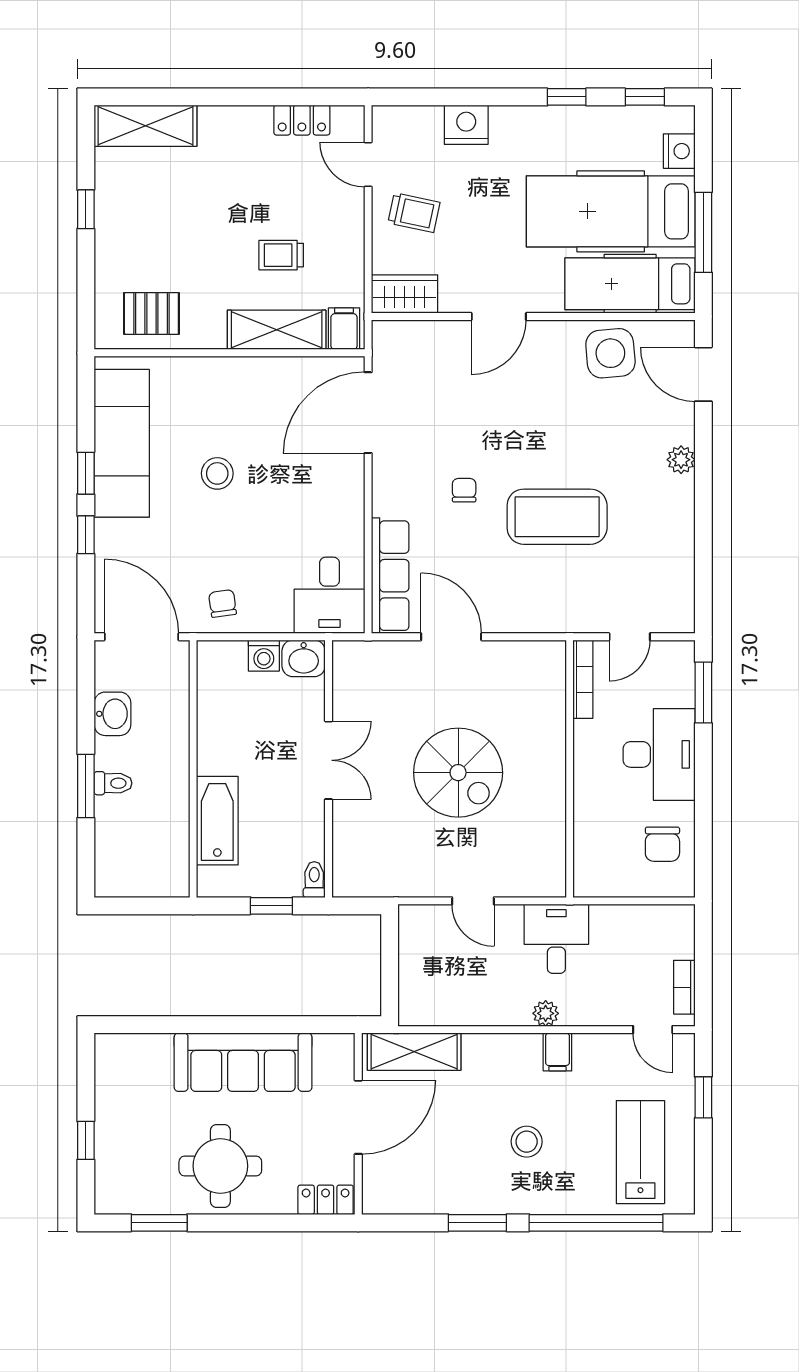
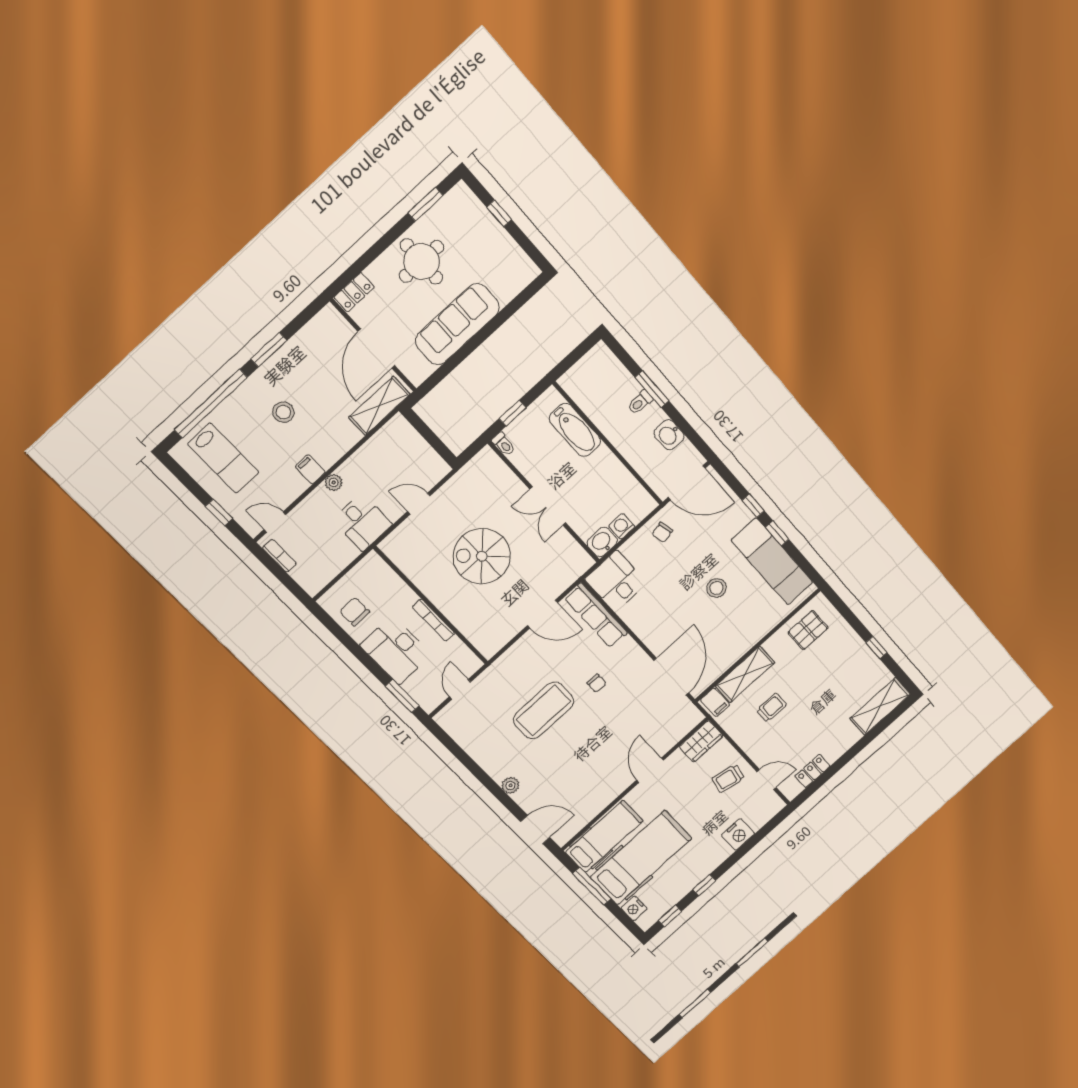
side table: (610, 353) -> (585, 800), removed
chair: (223, 603) -> (662, 532), turned 85
bookcase: (583, 679) -> (433, 620), moved

